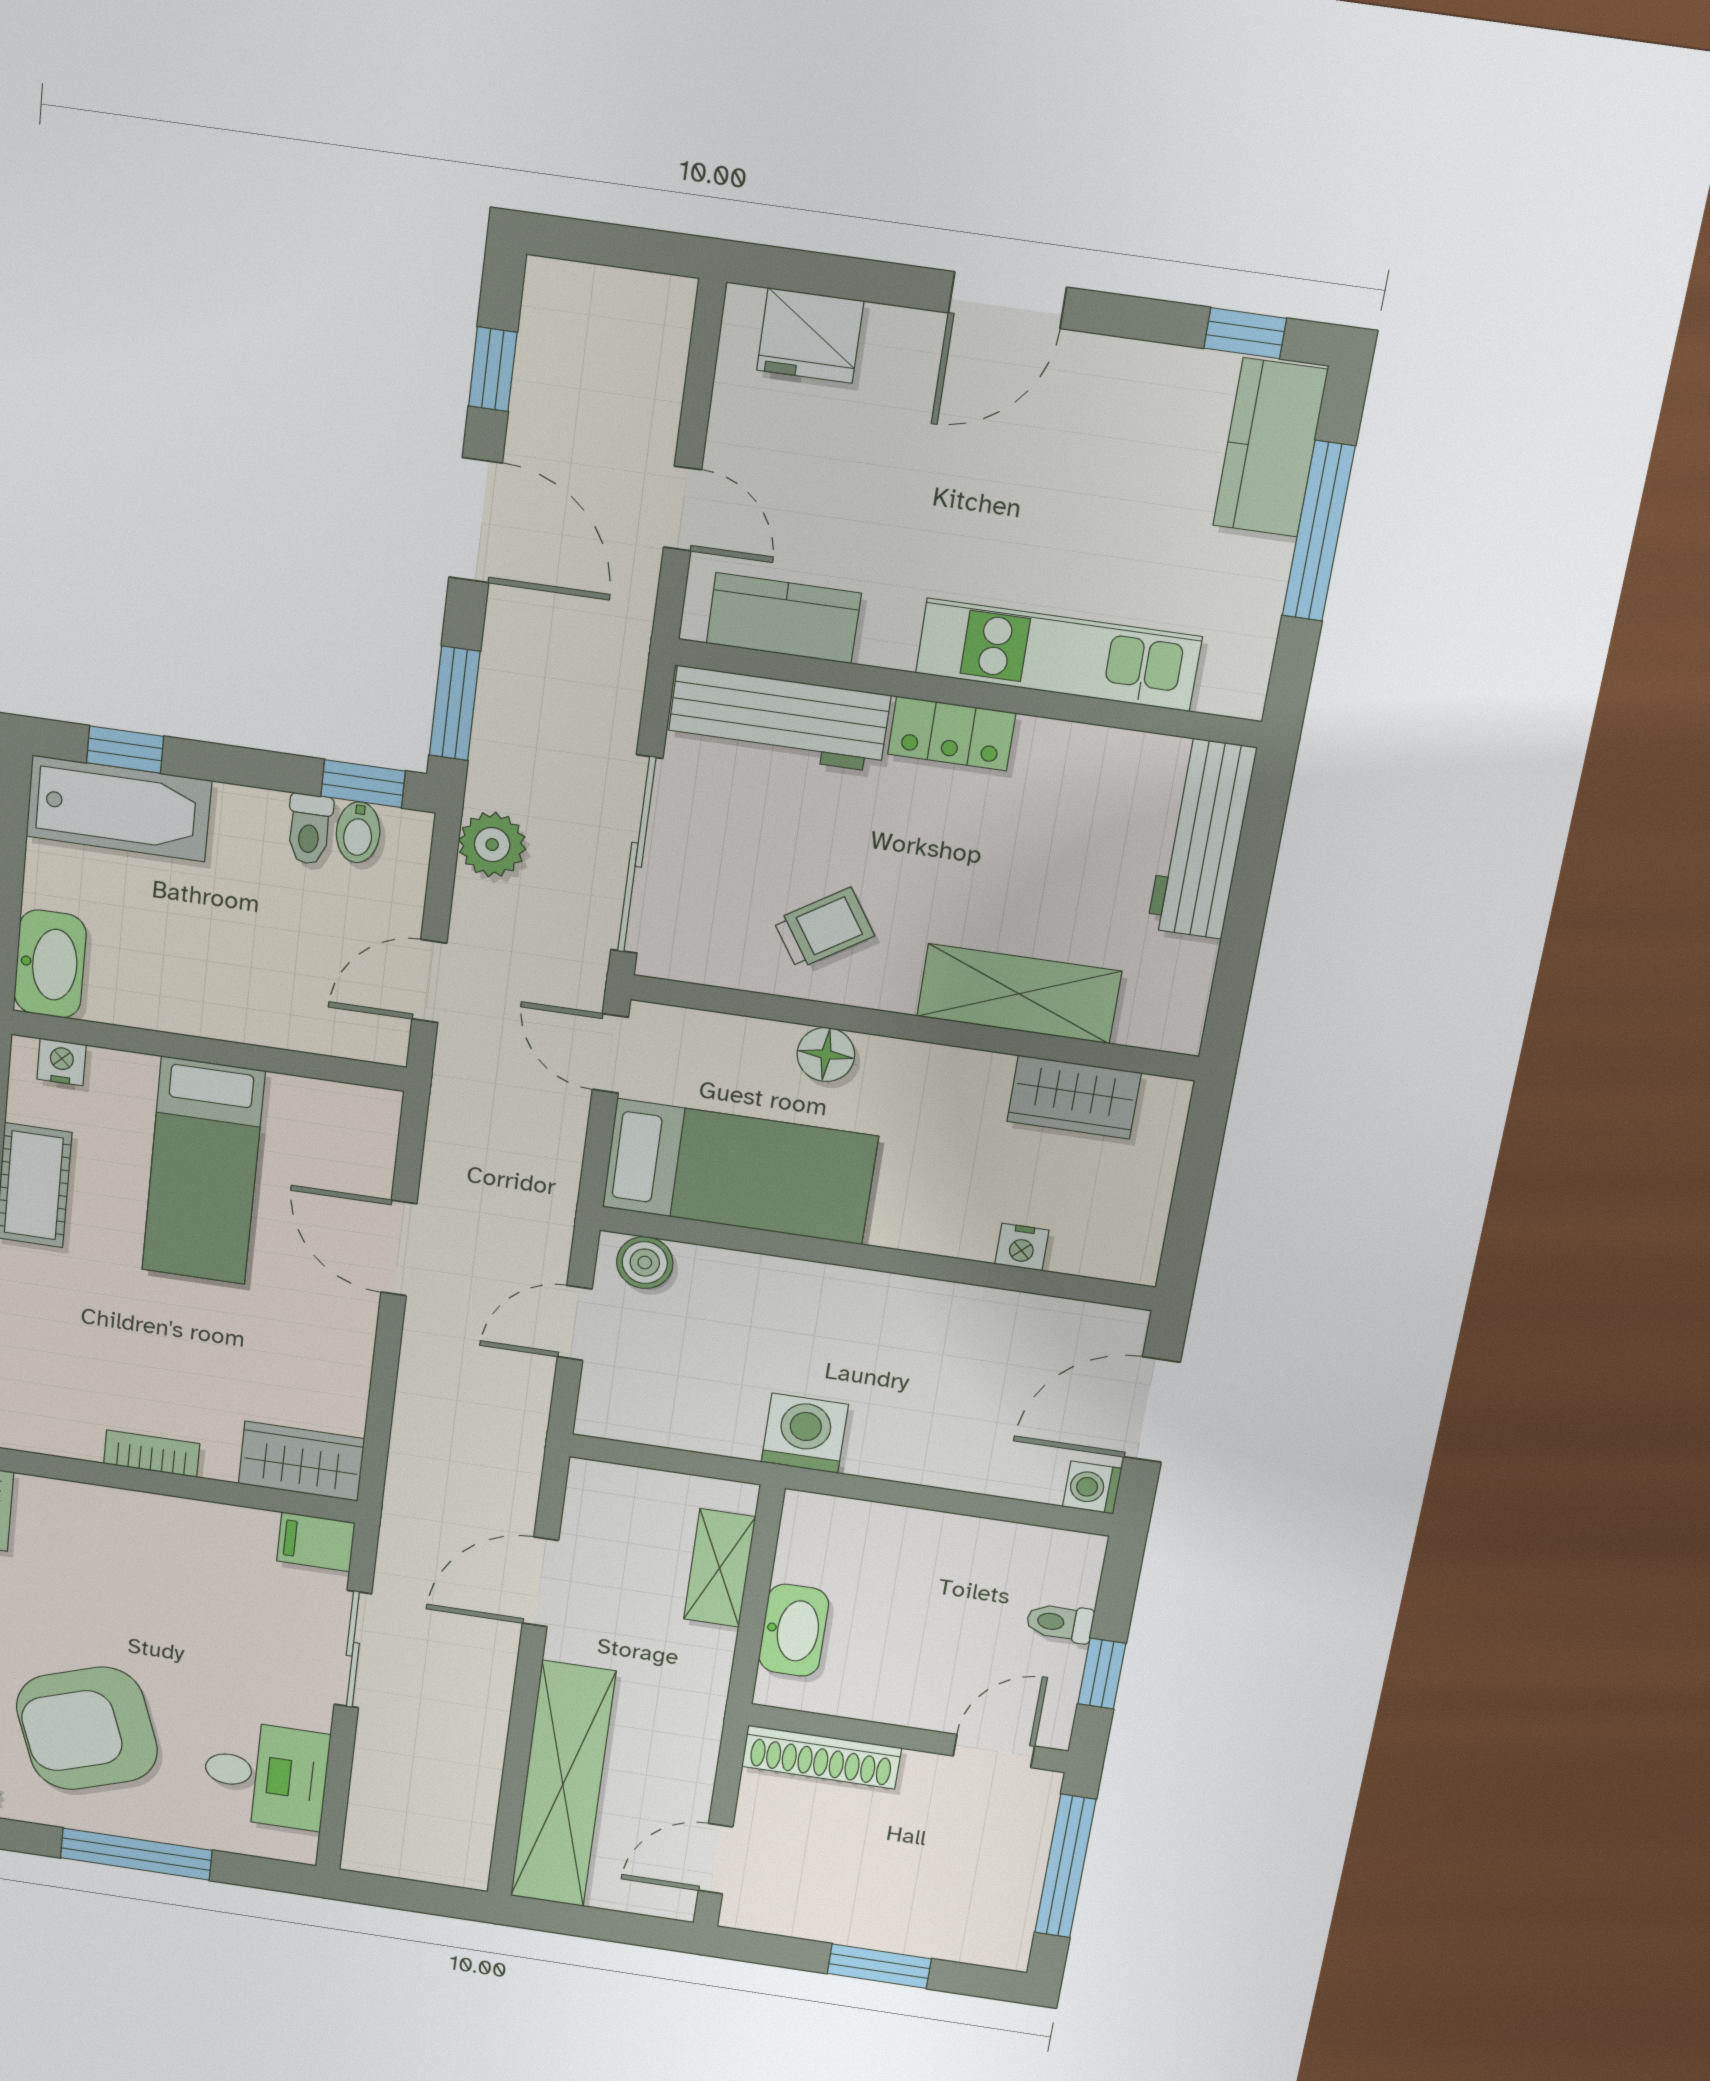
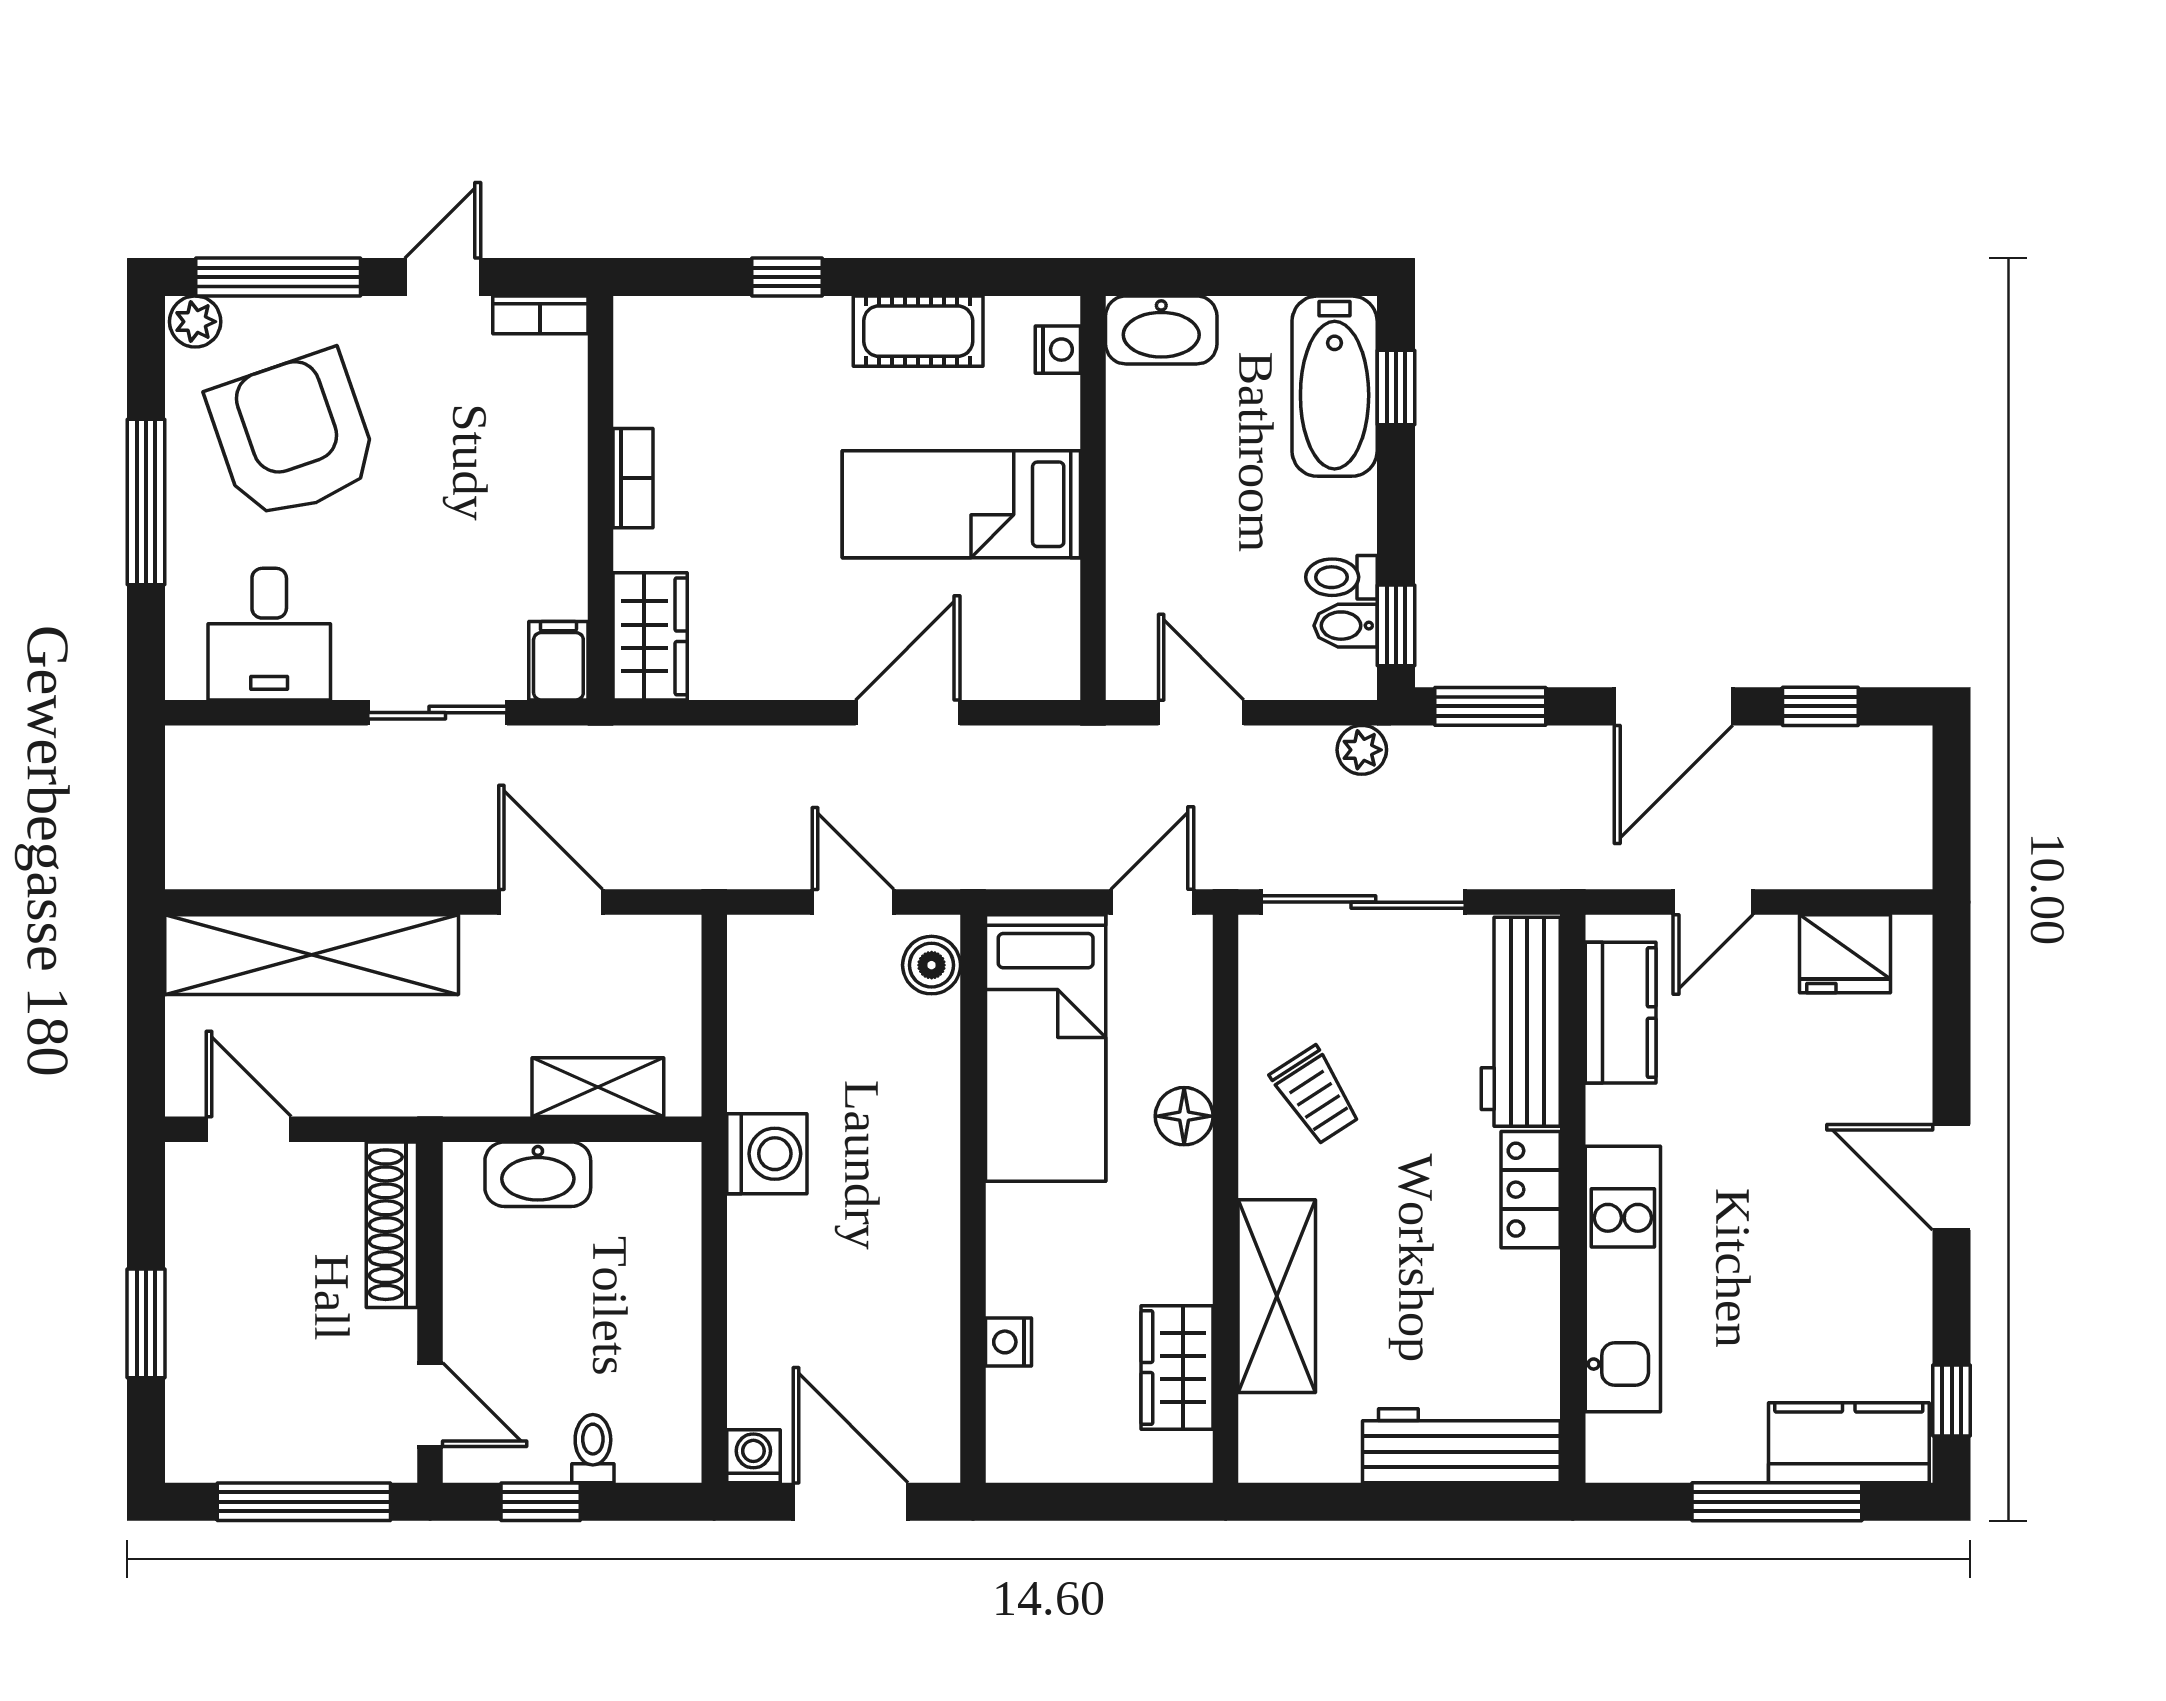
fridge: (810, 336) -> (1845, 954), moved, turned -90
plant: (492, 845) -> (1362, 750), width x0.73, depth x0.73

